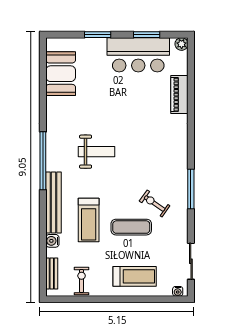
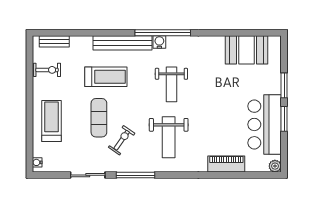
window: (147, 35) -> (284, 119), moved
weight bench: (151, 155) -> (169, 137), added
treadmill: (89, 220) -> (106, 77), turned 180
water cooler: (52, 241) -> (159, 42), moved
sliding door: (191, 261) -> (88, 175), moved
treadmill: (135, 276) -> (51, 121), turned 180

